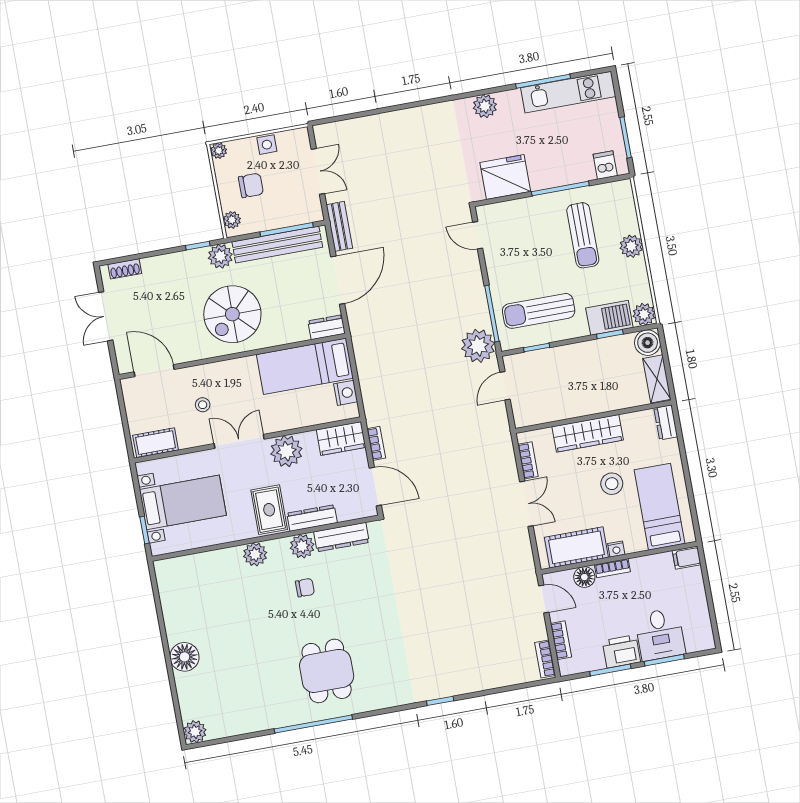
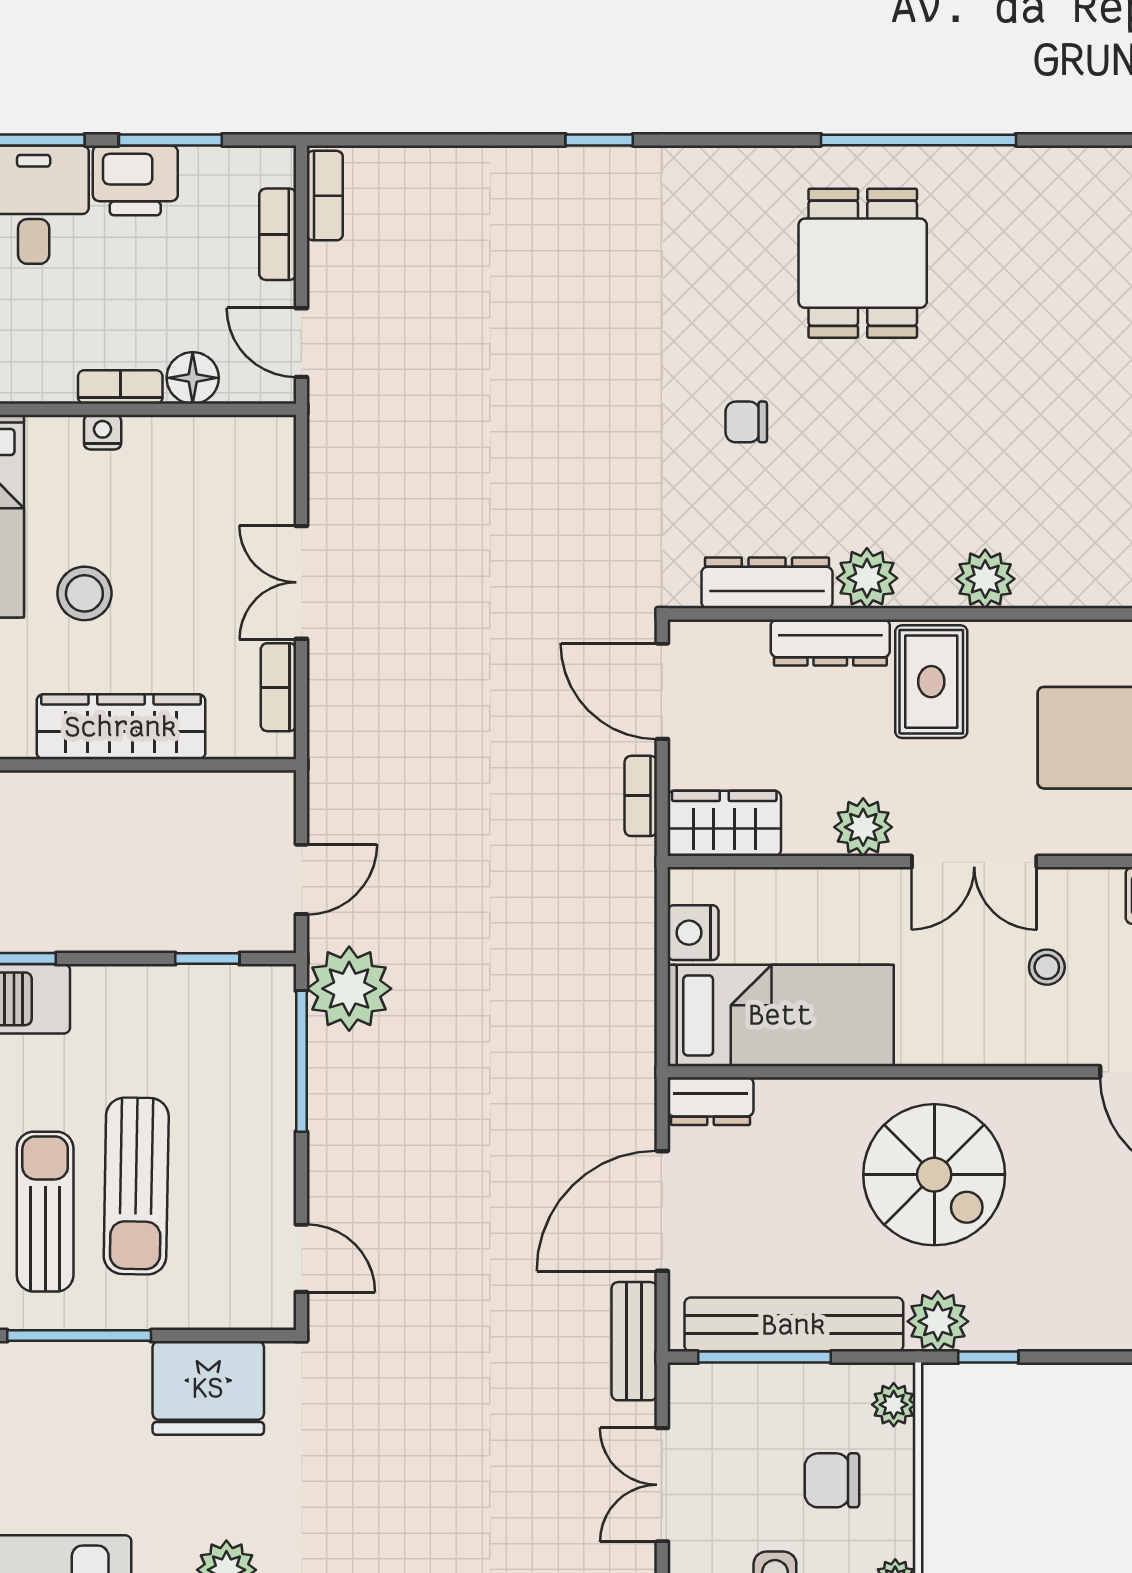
sun lounger: (539, 311) -> (136, 1186), moved, turned 91
spiral stairs: (232, 314) -> (934, 1175), turned 90
plant: (286, 451) -> (863, 827), width x0.73, depth x0.73
cot: (576, 547) -> (199, 454), removed
chair: (305, 588) -> (746, 422), moved

